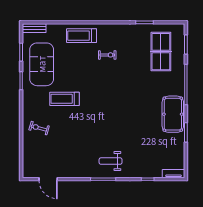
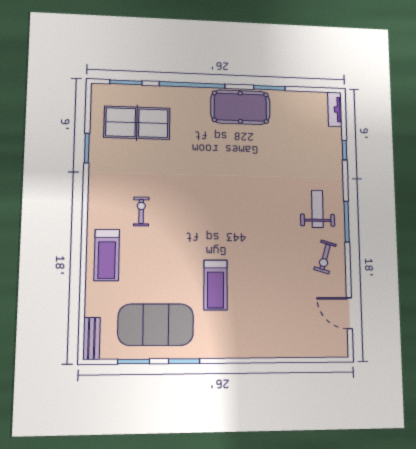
exercise bike: (39, 128) -> (325, 257), moved
weight bench: (111, 161) -> (317, 209), turned 180
door: (48, 179) -> (349, 313), swing flipped

